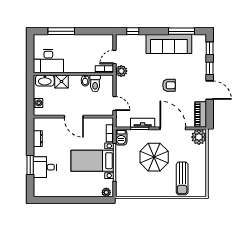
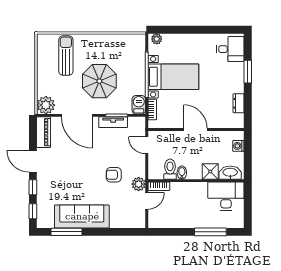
window: (133, 31) -> (125, 232), removed
armchair: (169, 85) -> (114, 175), moved
desk: (45, 167) -> (230, 49), moved

